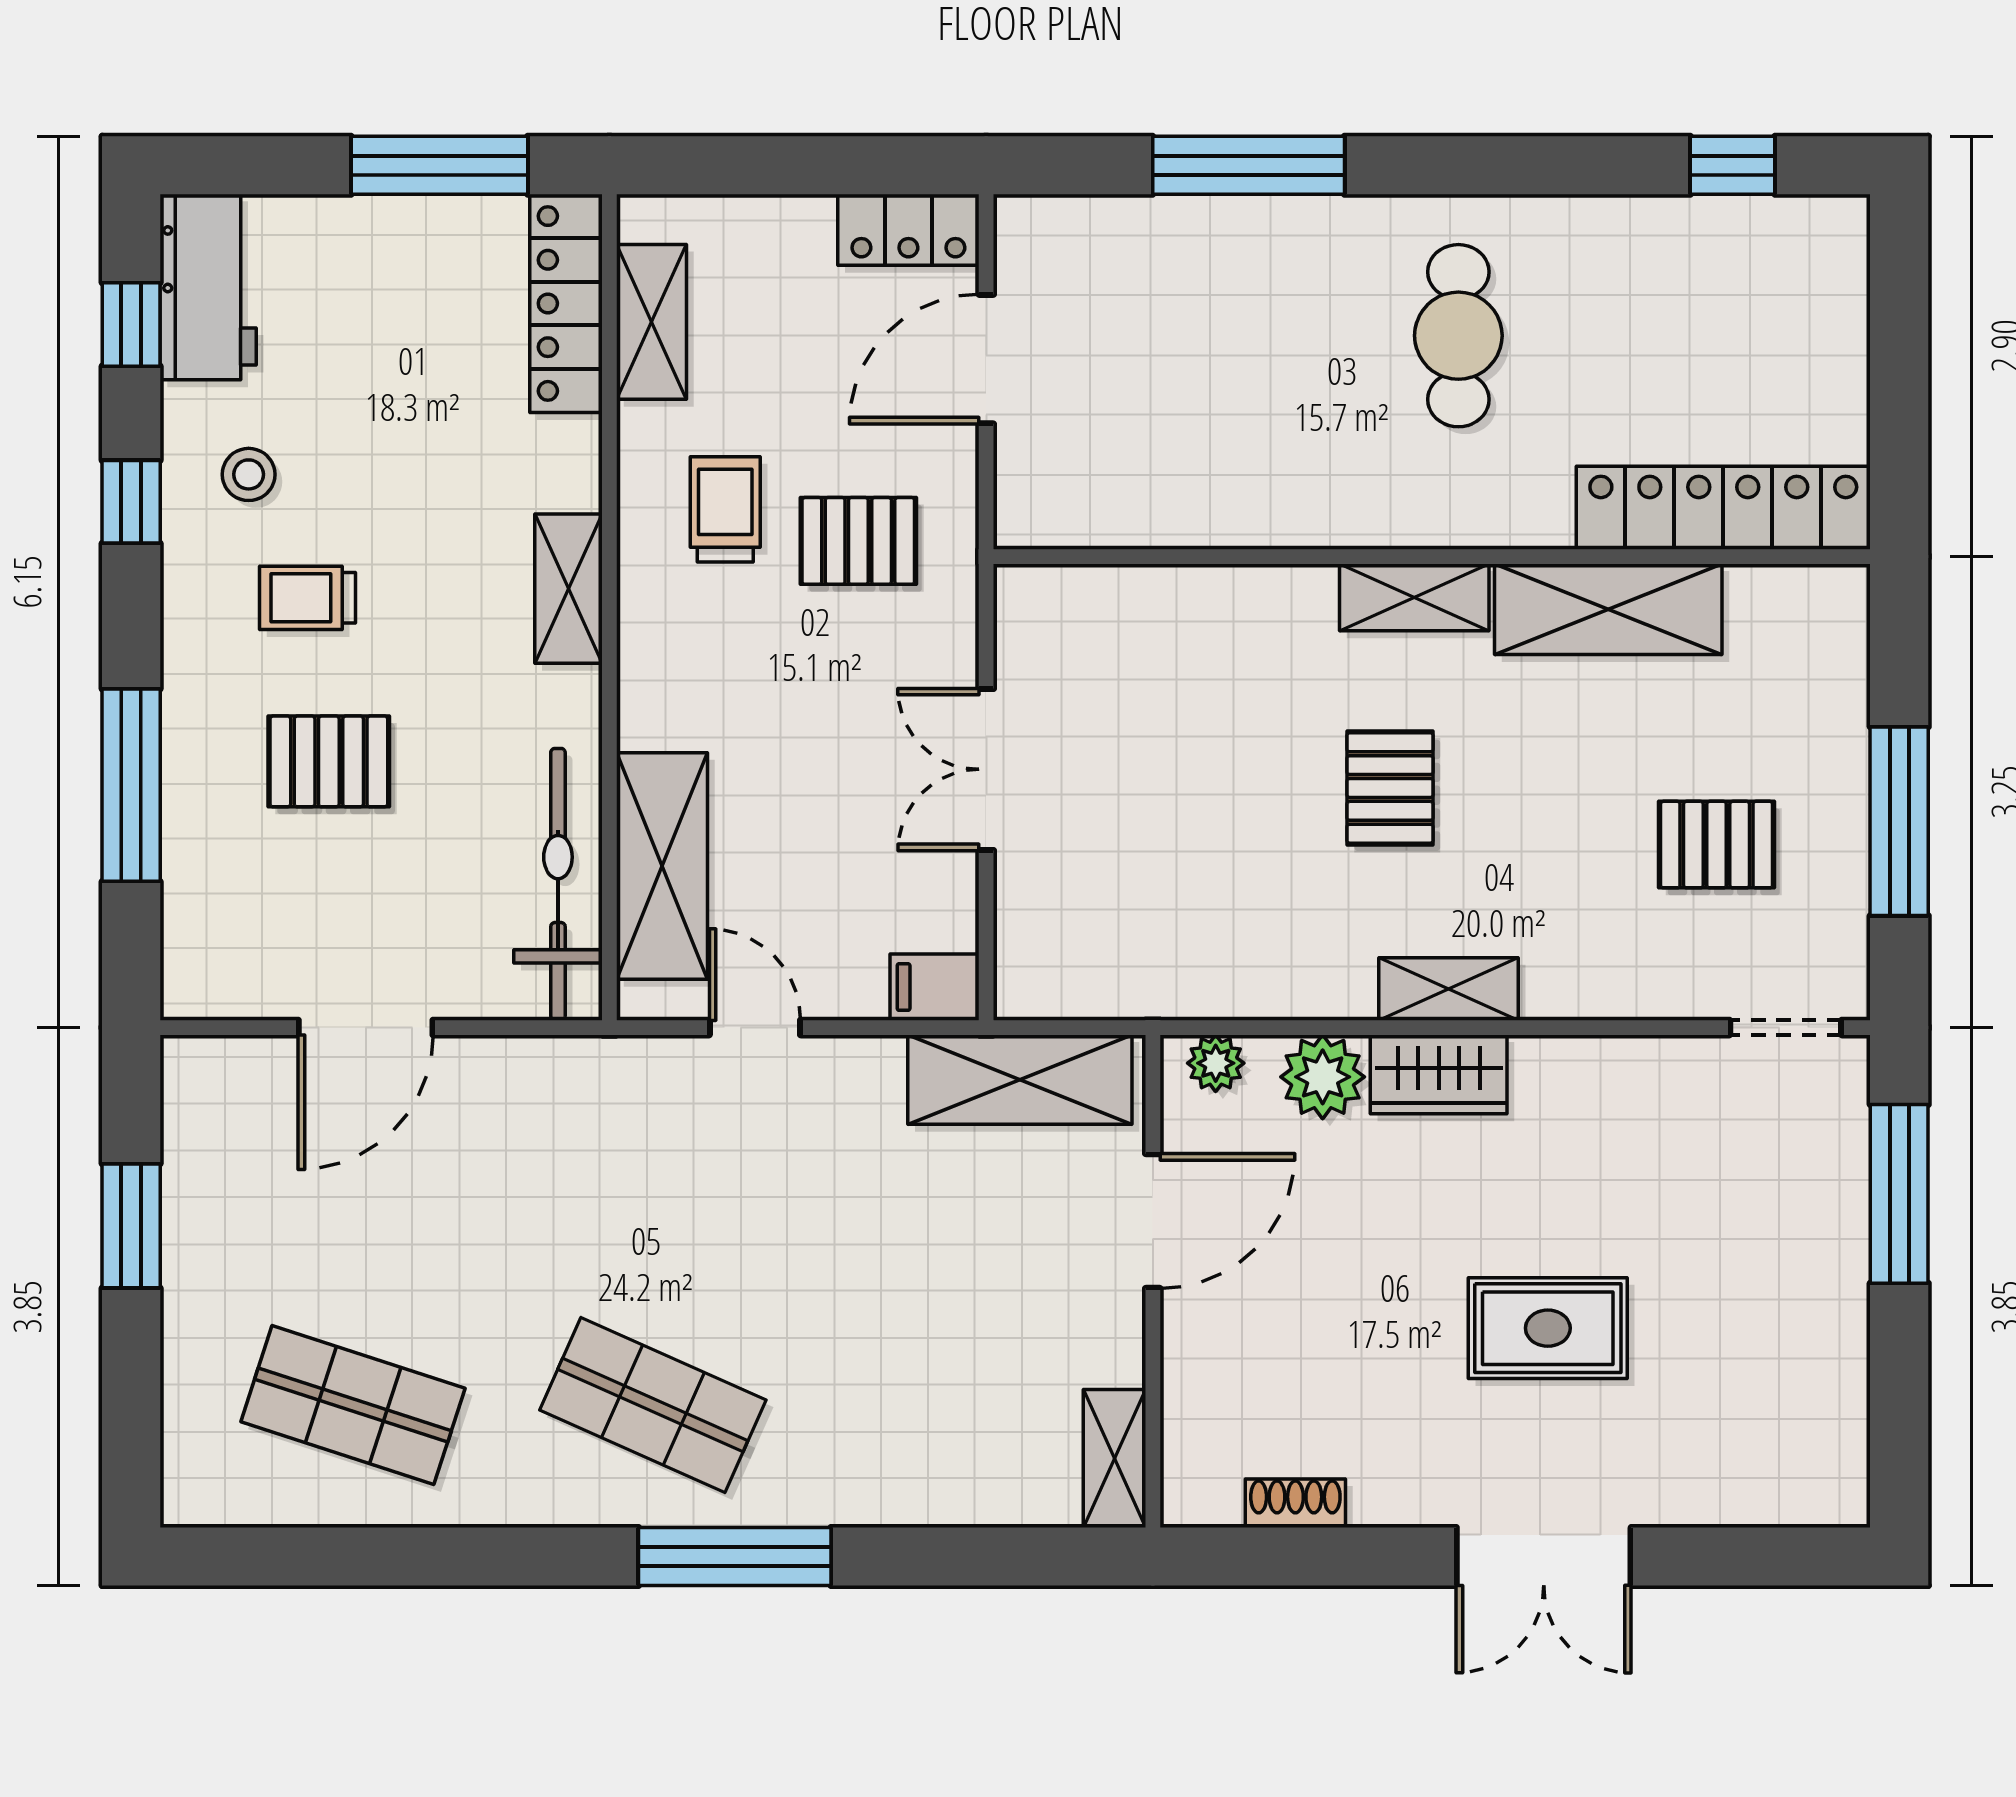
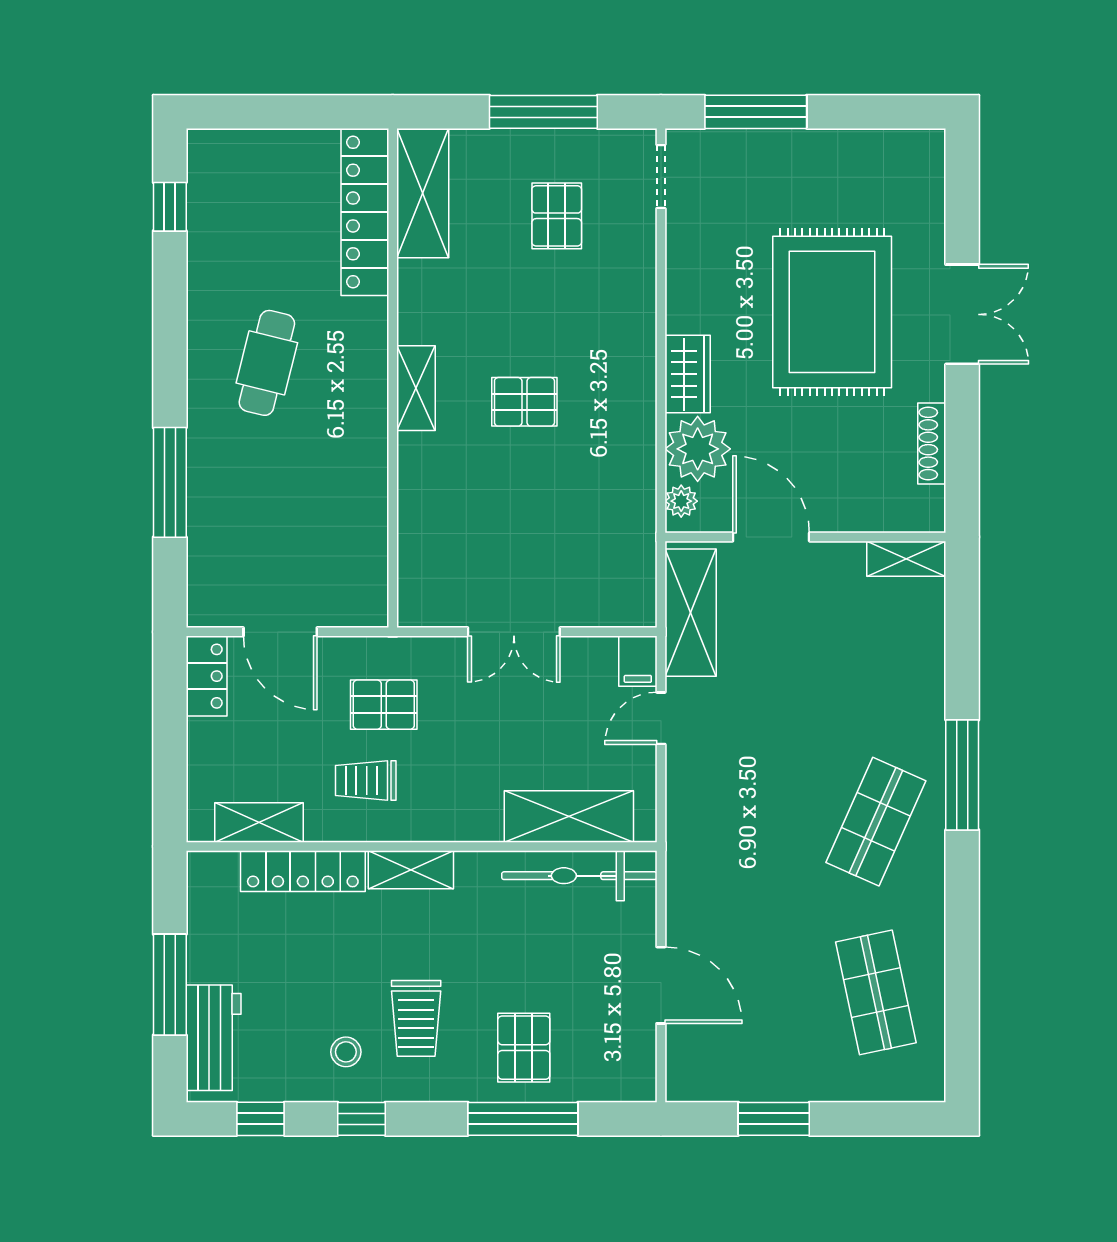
window: (439, 165) -> (170, 985), moved
workbench: (208, 287) -> (214, 1038), moved, turned 90
locker: (566, 303) -> (303, 871), moved
cafe table: (1458, 336) -> (267, 363), turned -76
pallet: (858, 541) -> (384, 705), turned 90
trolley: (308, 598) -> (416, 1018), width x1.36, depth x1.39
shelving: (1608, 609) -> (423, 193), moved
pallet: (329, 761) -> (524, 1048), moved
shelving: (1449, 989) -> (639, 368), removed
door: (755, 1028) -> (661, 718), moved
plant: (1323, 1077) -> (698, 449), width x1.36, depth x1.36
rug: (1548, 1328) -> (832, 312), width x1.86, depth x2.06
shop shelf: (353, 1405) -> (876, 992), turned -30
shoe rack: (1295, 1503) -> (932, 443), width x1.43

